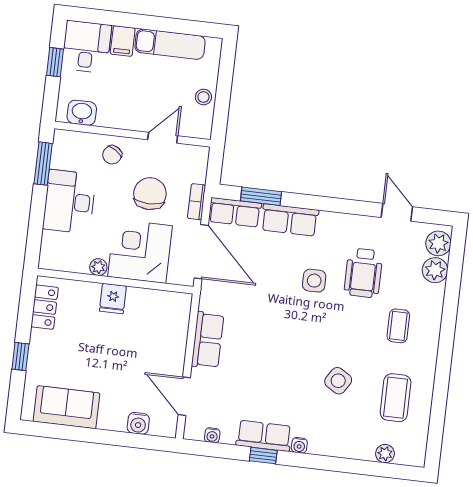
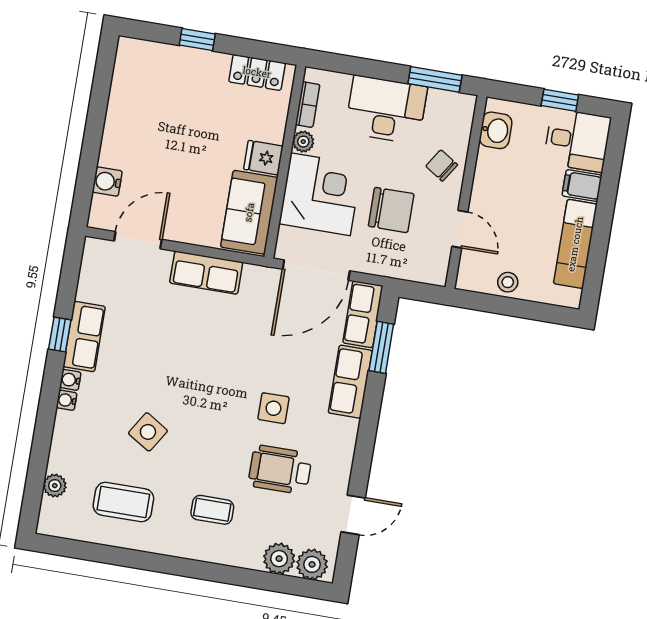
bookcase: (197, 202) -> (308, 105), moved, turned 90
sofa: (67, 407) -> (249, 212), moved, turned 180
water cooler: (212, 435) -> (67, 400), moved

